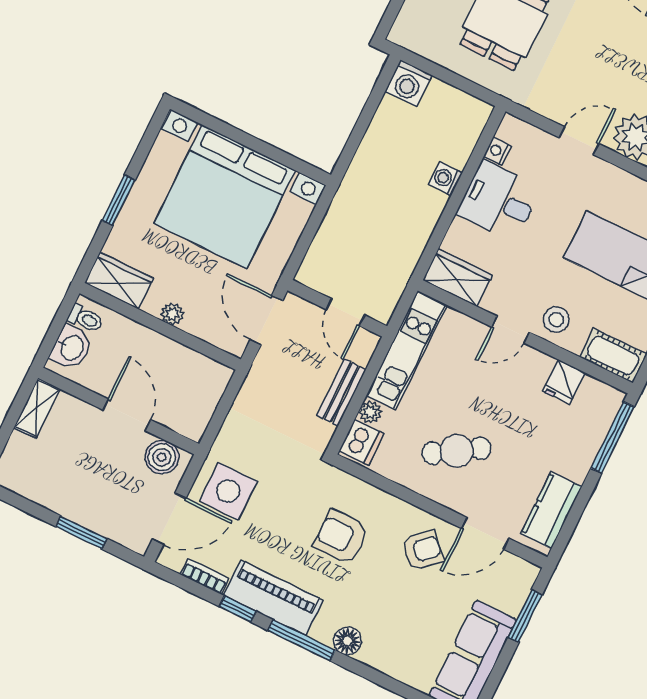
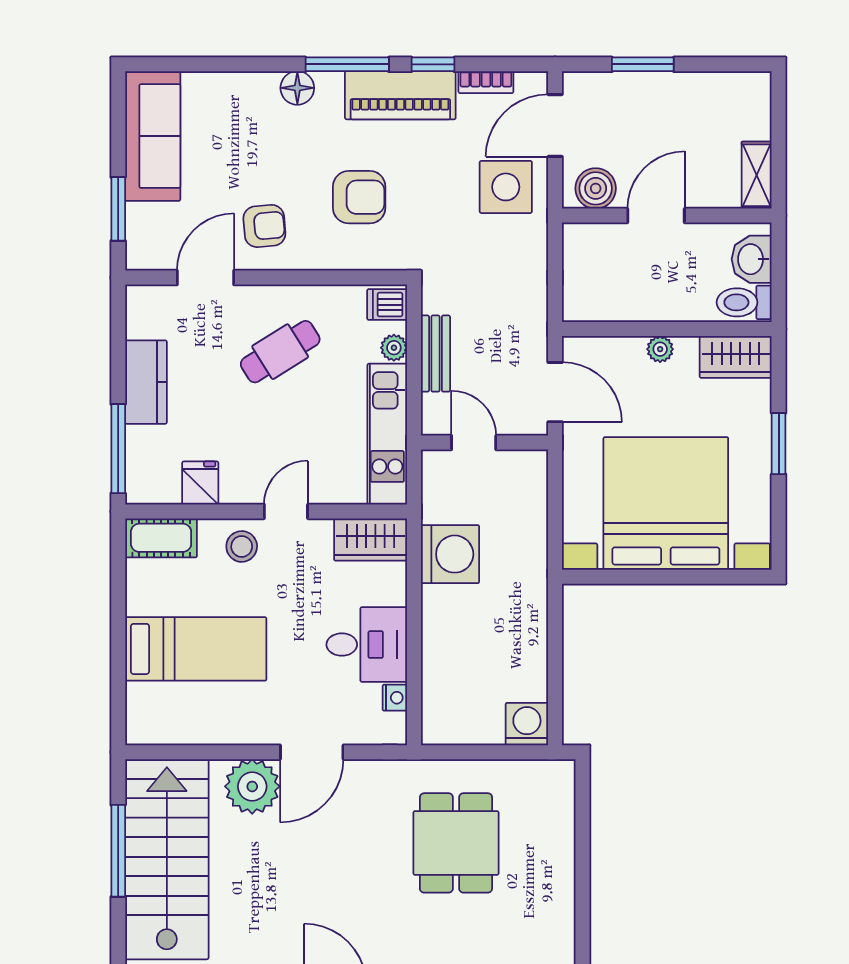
door: (579, 141) -> (312, 752), width x1.38
washing machine: (445, 179) -> (450, 554), moved, width x1.89, depth x1.89
toilet: (85, 319) -> (744, 302), width x1.37, depth x1.39
door: (127, 415) -> (656, 216), swing flipped
dishwasher: (362, 442) -> (387, 305), width x0.73
kitchen counter: (551, 510) -> (146, 382), moved
armchair: (422, 550) -> (264, 226), turned -142

